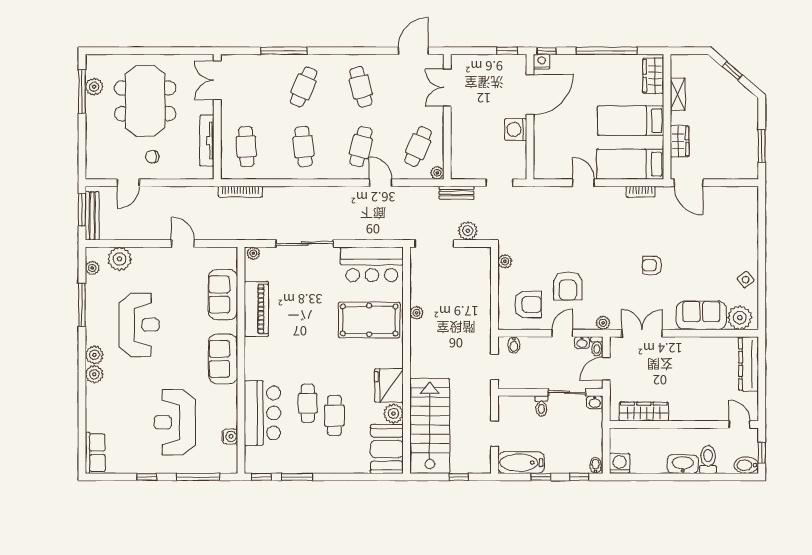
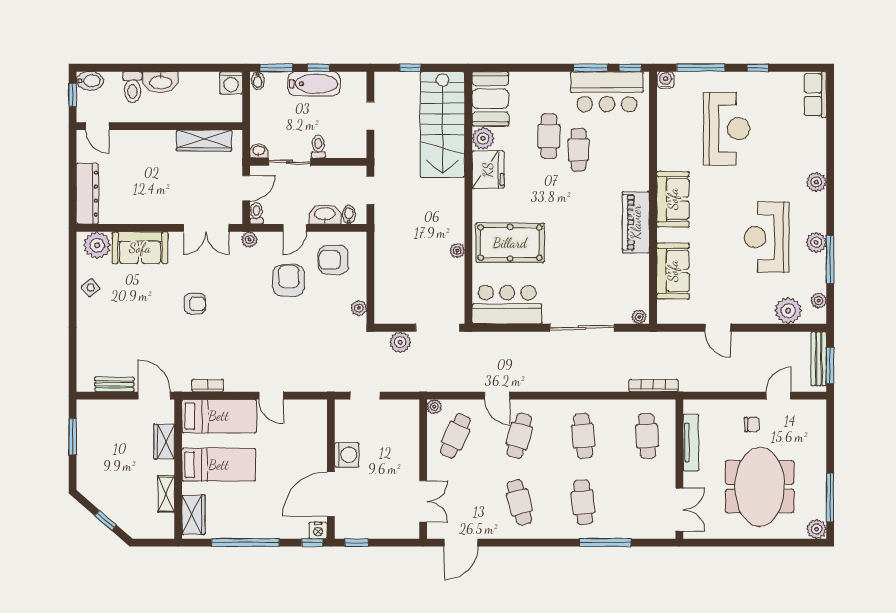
plant: (94, 87) -> (817, 529), moved
cafe table: (304, 87) -> (583, 502), turned -30
bench: (456, 193) -> (114, 384), moved
piano: (256, 309) -> (636, 222), moved
washbasin: (582, 343) -> (325, 214), moved, width x1.91, depth x1.45
plant: (94, 355) -> (816, 242), moved
bar counter: (262, 413) -> (607, 92), moved, turned -90
water cooler: (230, 436) -> (666, 80), moved, turned 90
bathtub: (521, 463) -> (314, 84), moved
window: (579, 477) -> (276, 68), width x1.50

